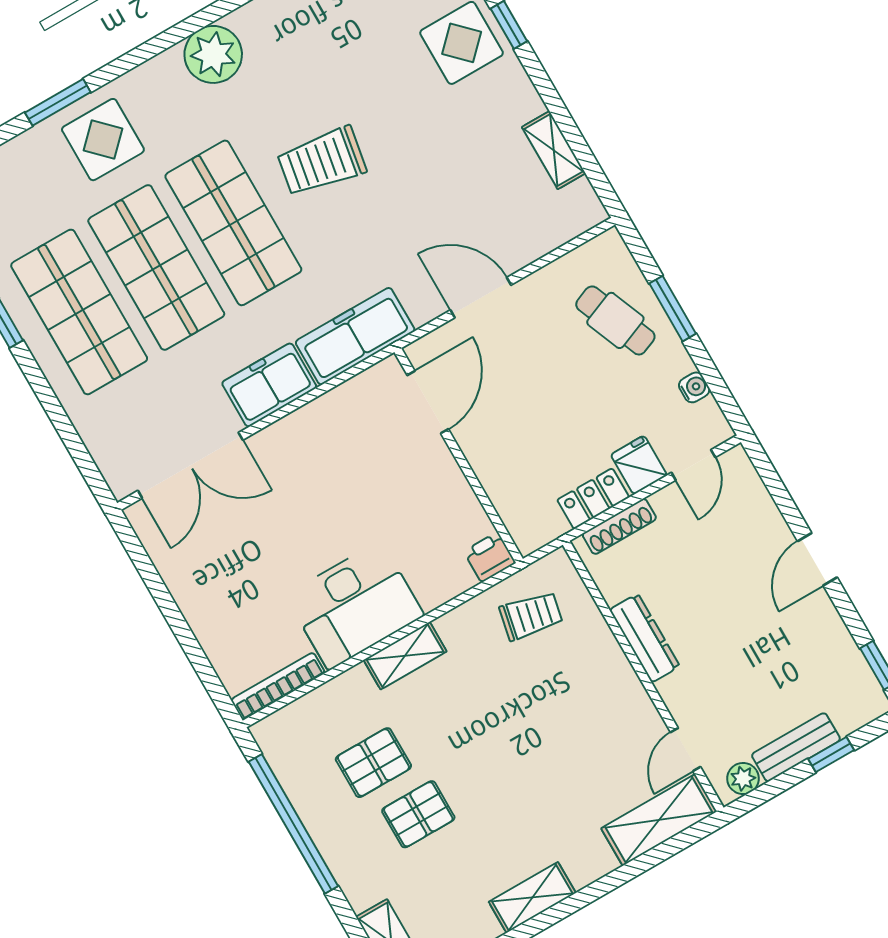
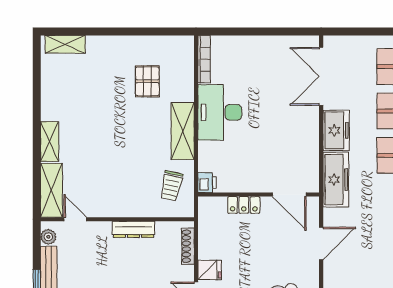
locker: (593, 499) -> (244, 205), moved, turned 90
shelving: (405, 656) -> (183, 131), width x1.50, depth x1.33
pallet: (418, 814) -> (114, 88), removed
window: (293, 824) -> (141, 32), removed
shelving: (532, 897) -> (50, 142), moved

